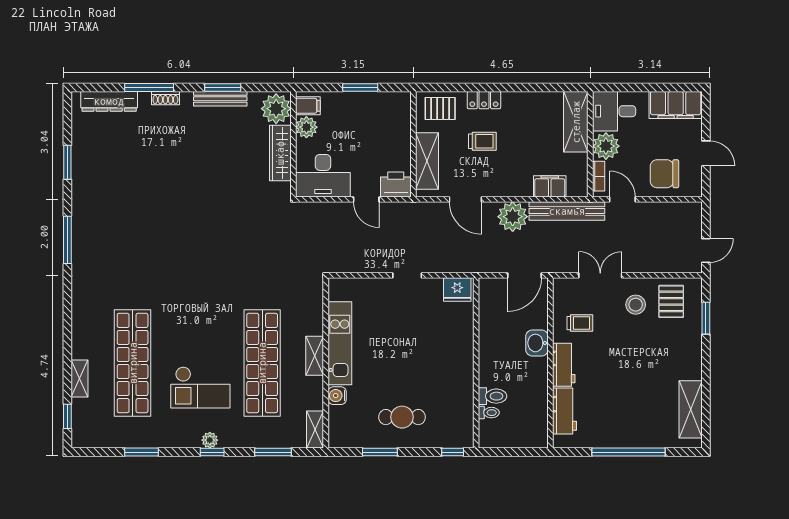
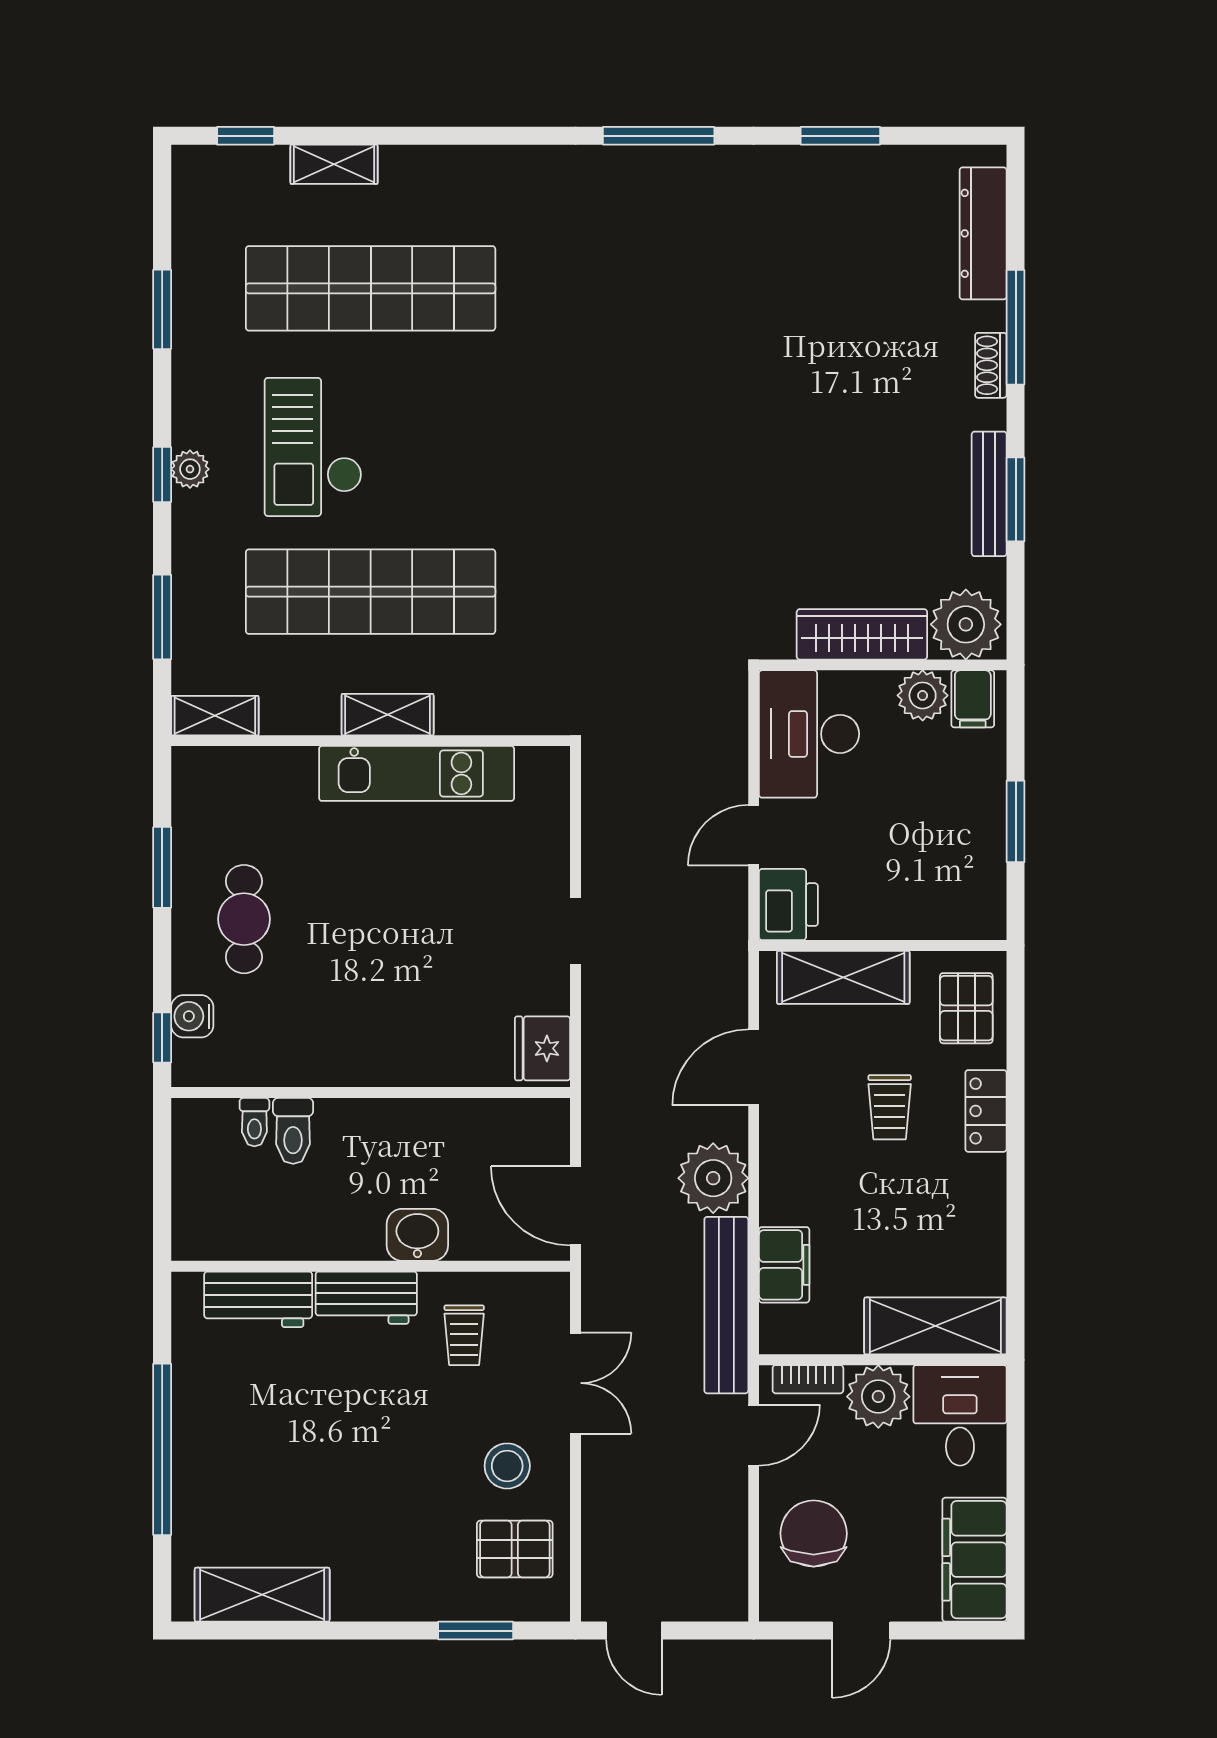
water cooler: (337, 396) -> (192, 1016), moved, turned -90

